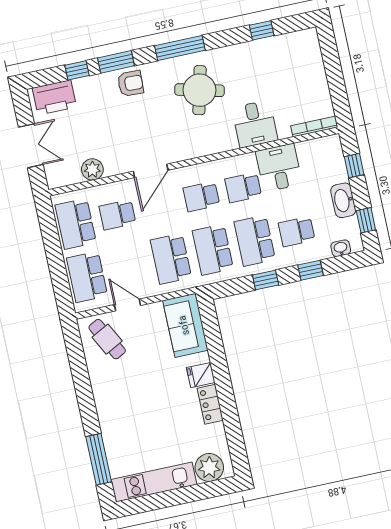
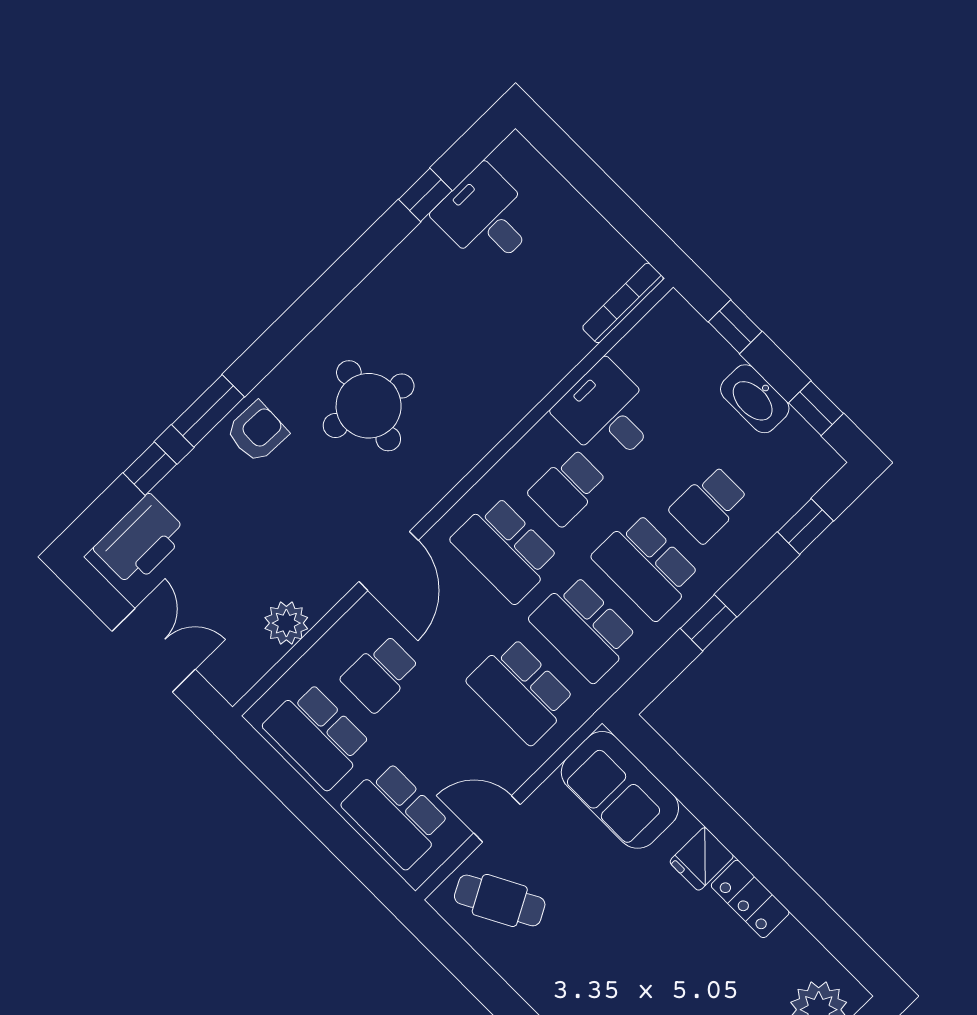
window: (180, 48) -> (303, 316), removed
round table: (199, 90) -> (369, 406), moved
desk: (255, 124) -> (486, 217), moved, turned 180
school desk: (201, 197) -> (505, 550), width x1.85
washbasin: (341, 248) -> (803, 485), removed
window: (311, 270) -> (805, 526), moved

